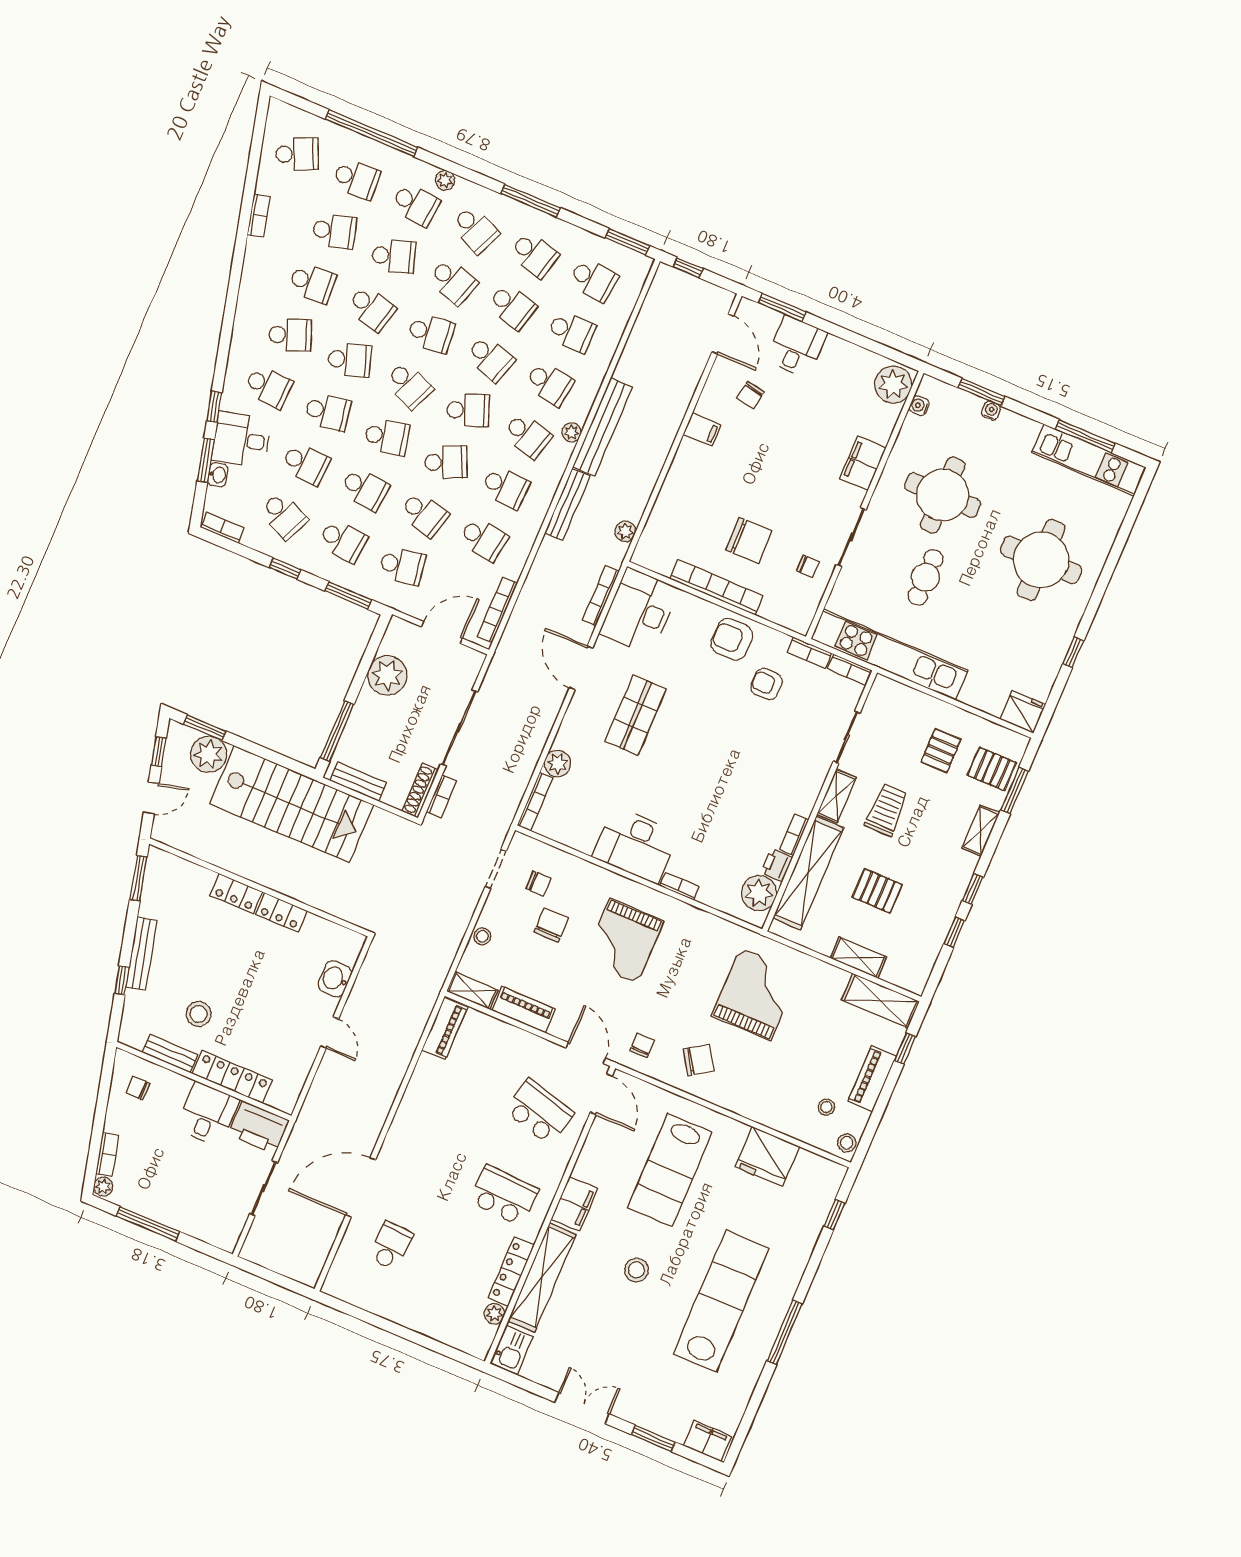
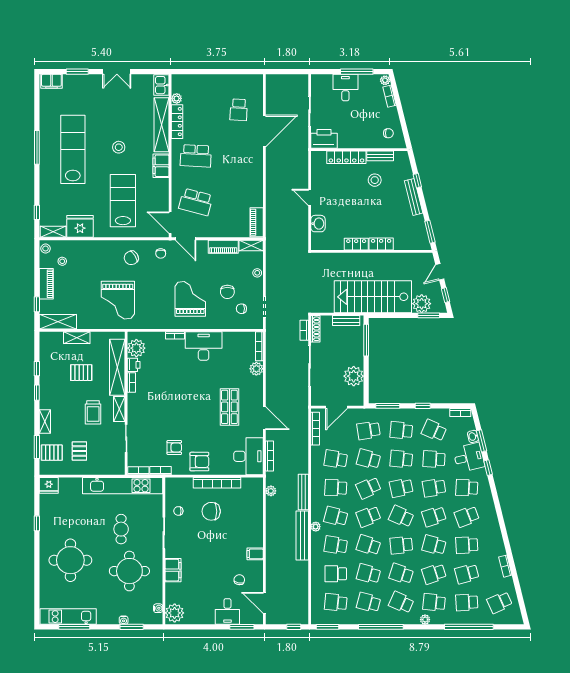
window: (531, 201) -> (381, 627), width x1.46
desk: (208, 1114) -> (345, 88), moved, turned 180
shelving: (820, 1167) -> (53, 232), added
lab bench: (721, 1301) -> (73, 149), turned 180

